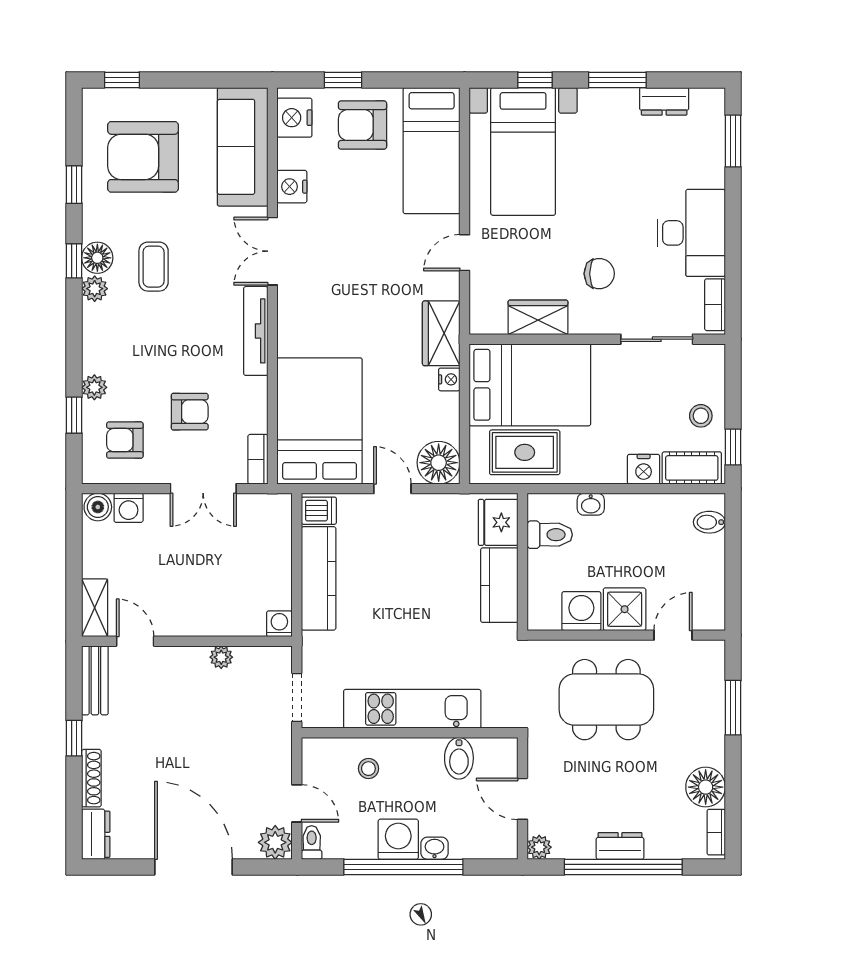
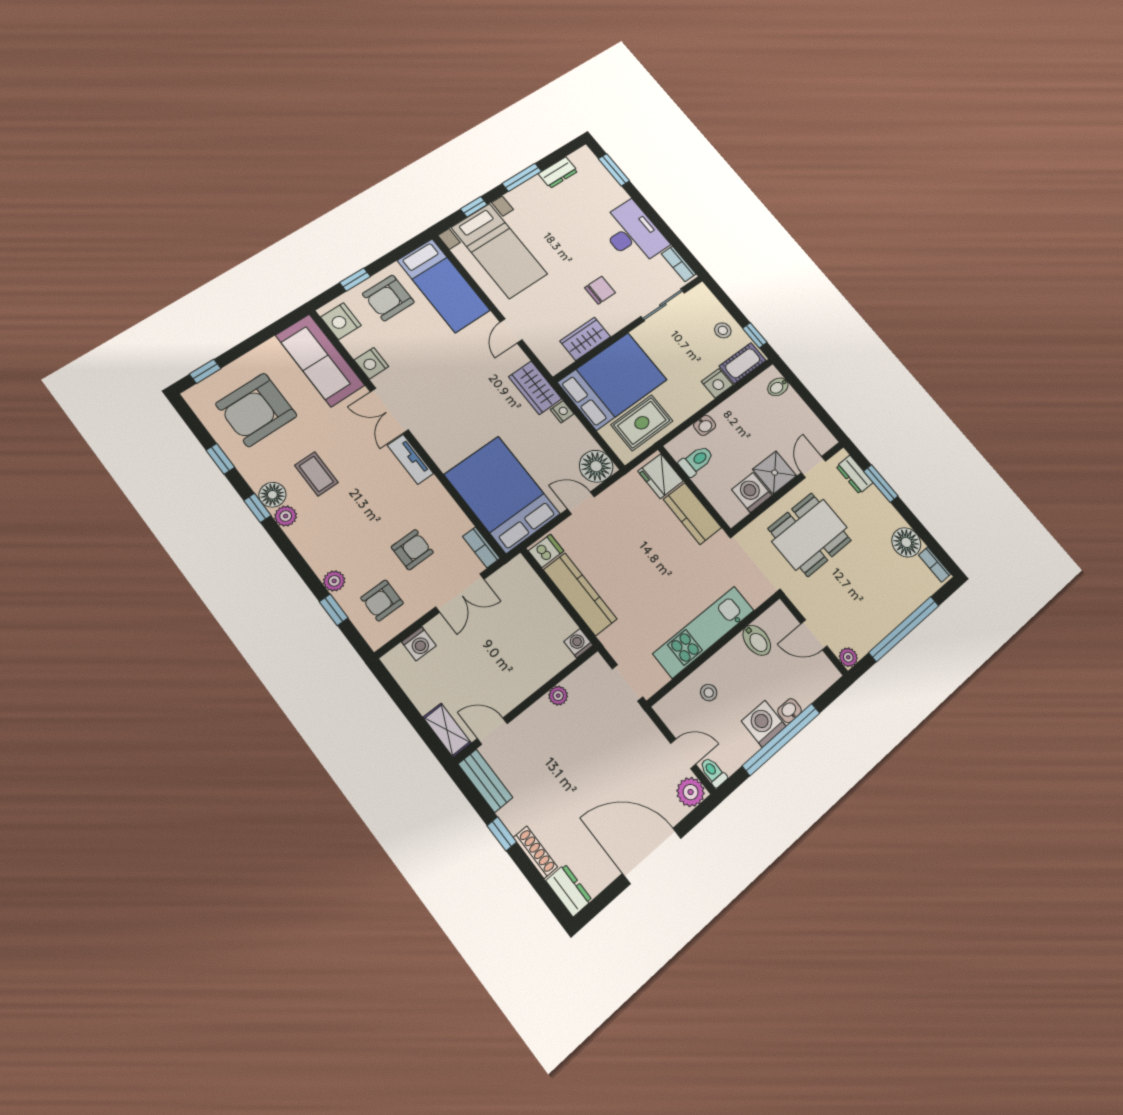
tv unit: (256, 331) -> (410, 459), width x0.71
boiler: (98, 507) -> (397, 659), removed
dresser: (620, 846) -> (855, 474), moved, turned -90

